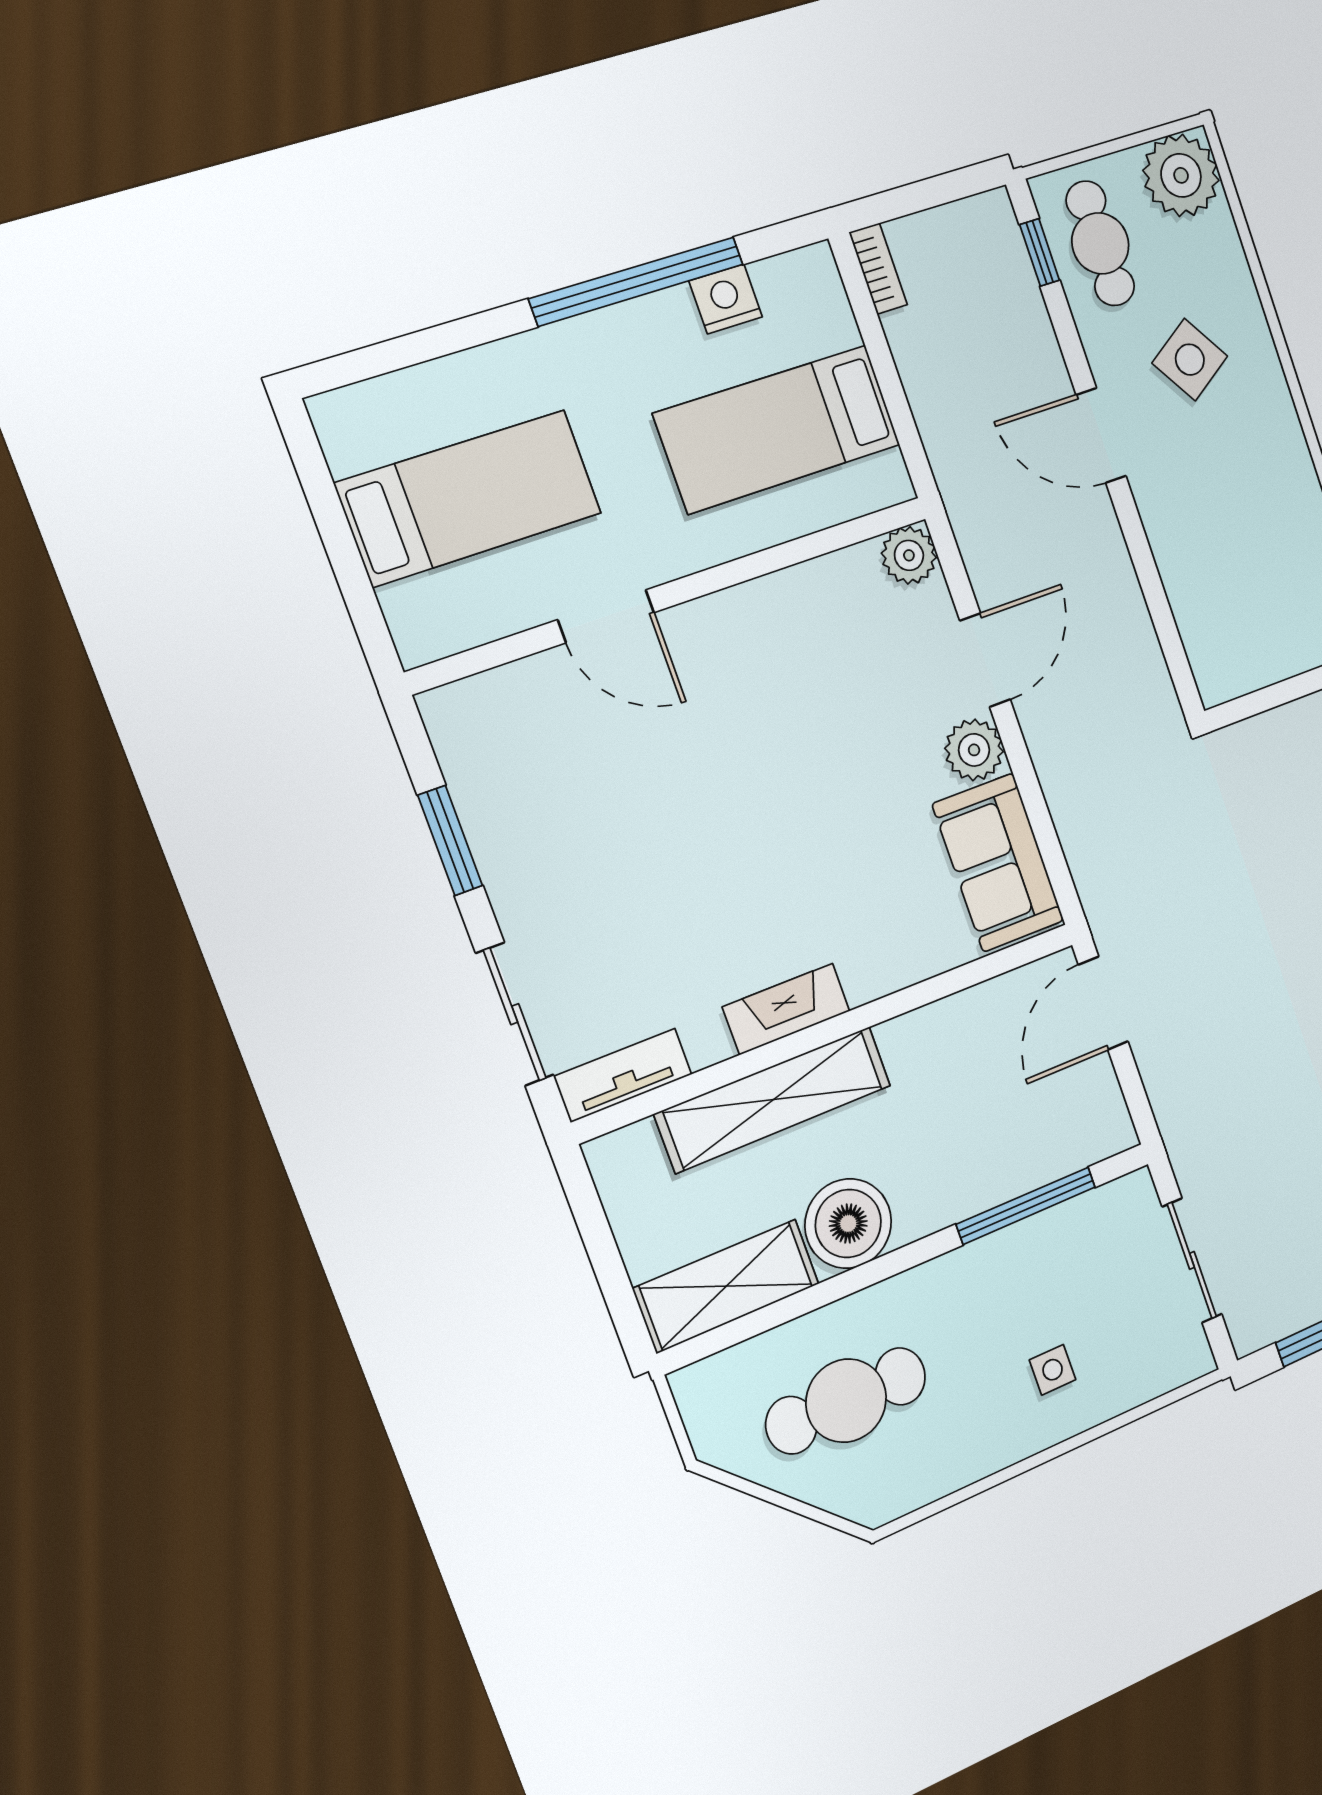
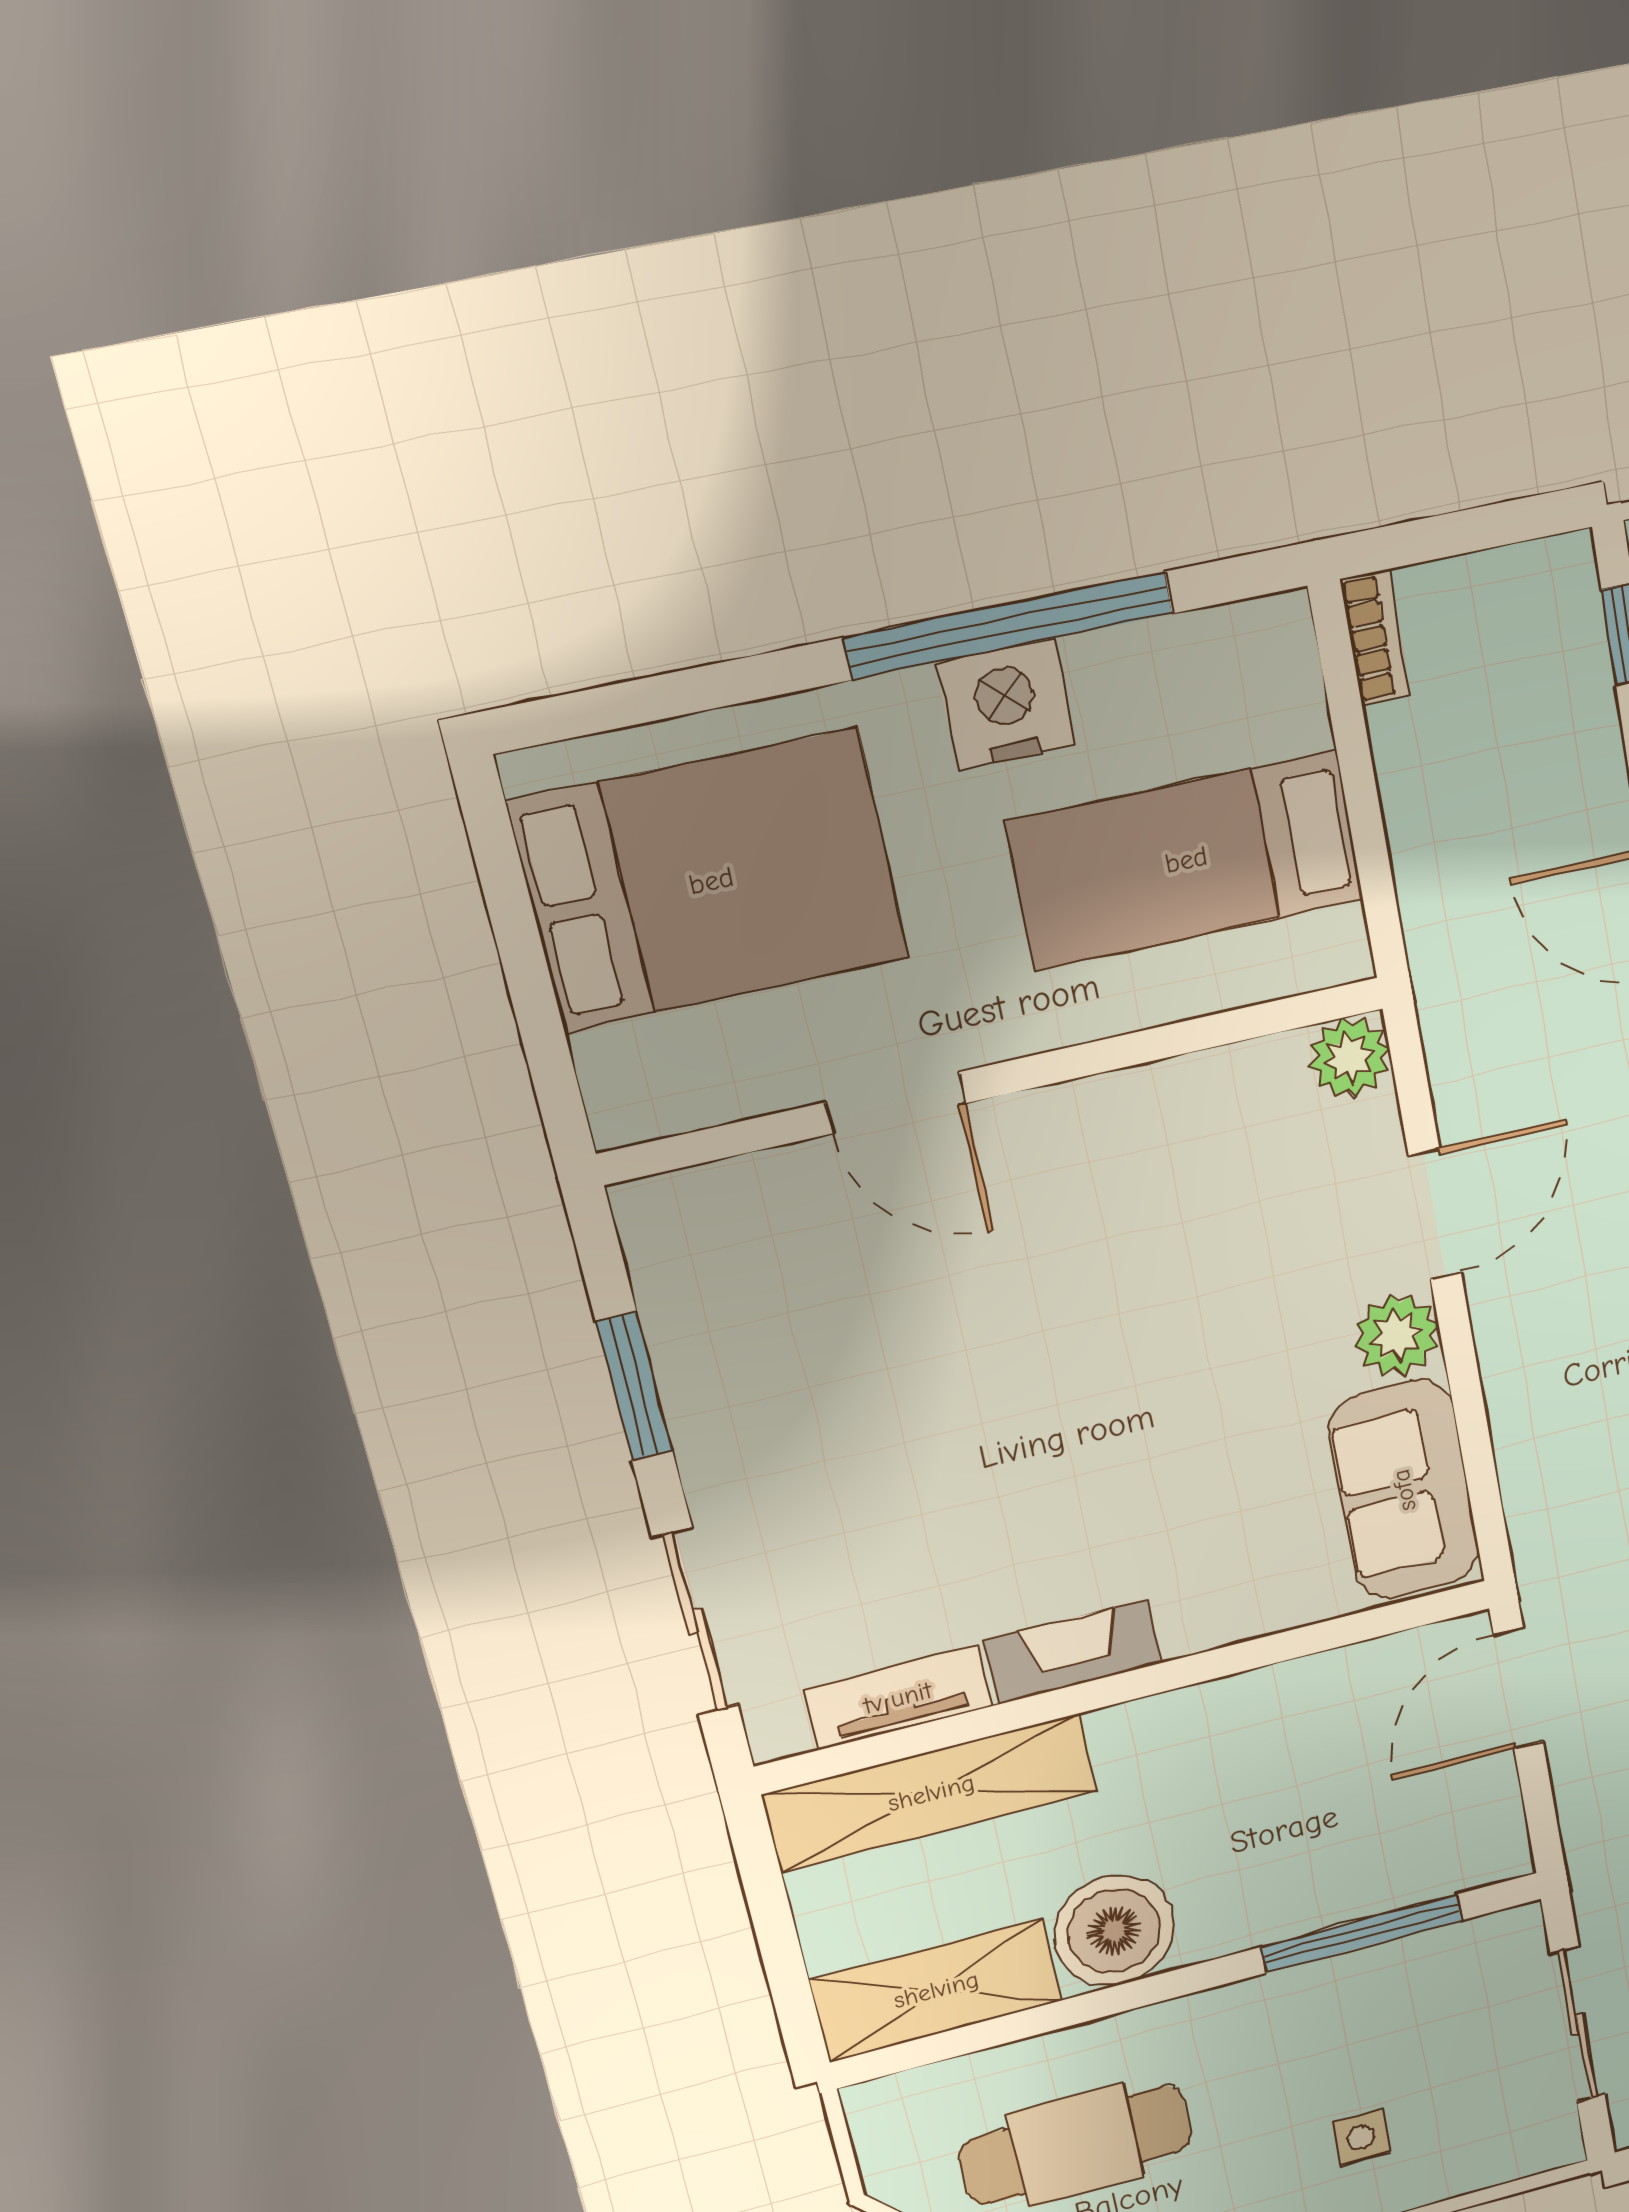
nightstand: (726, 299) -> (1006, 704), moved, width x1.36, depth x1.33
bed: (469, 498) -> (711, 881), width x1.50
tv unit: (623, 1075) -> (898, 1698), moved
shelving: (773, 1100) -> (931, 1793), moved

